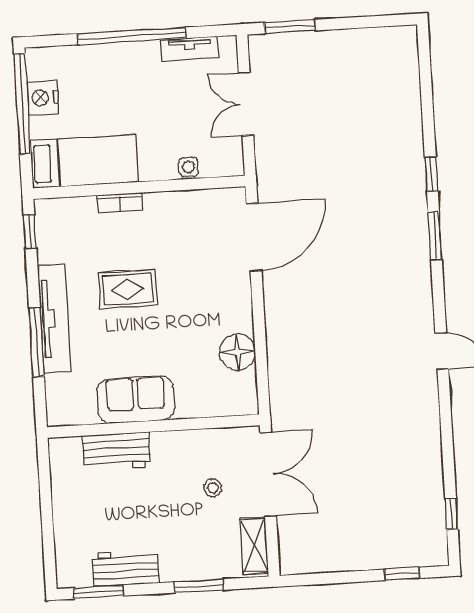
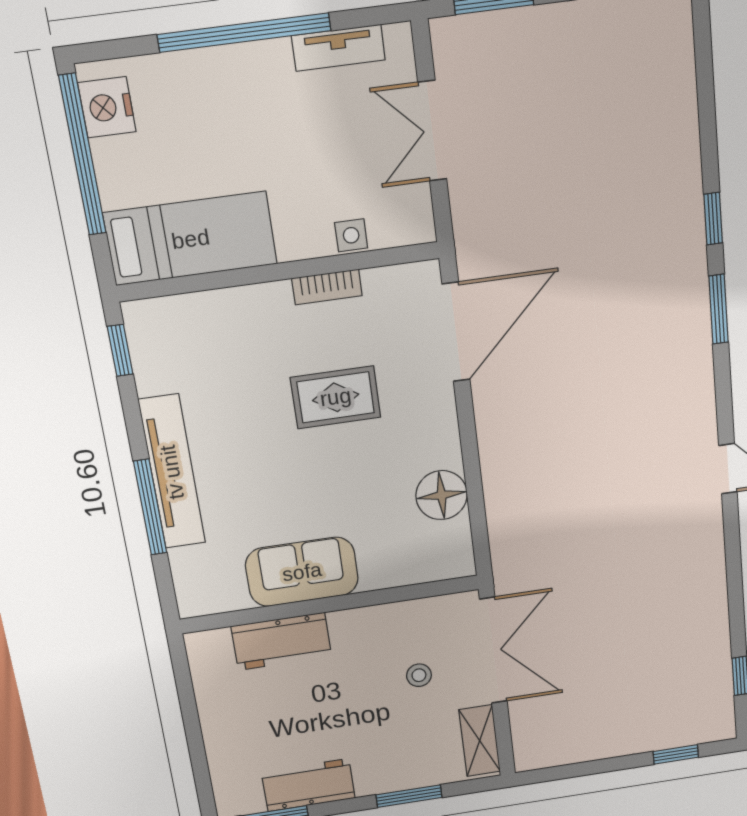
nightstand: (43, 98) -> (107, 107), moved
bookcase: (120, 203) -> (327, 287), moved
rug: (128, 289) -> (336, 397), moved

